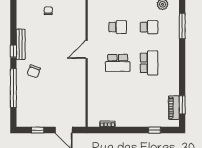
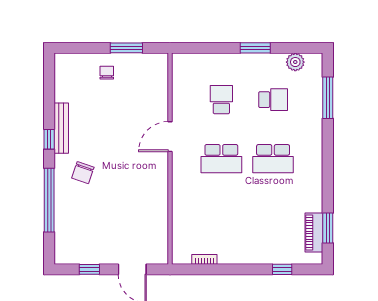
school desk: (118, 27) -> (221, 100), turned -90
school desk: (149, 63) -> (273, 159), turned 90

